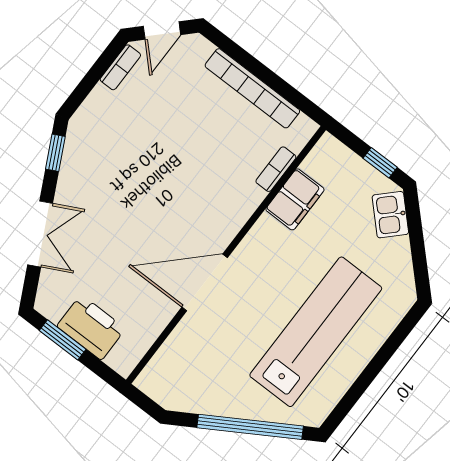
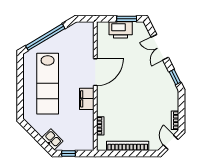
filing cabinet: (295, 199) -> (87, 99), moved

